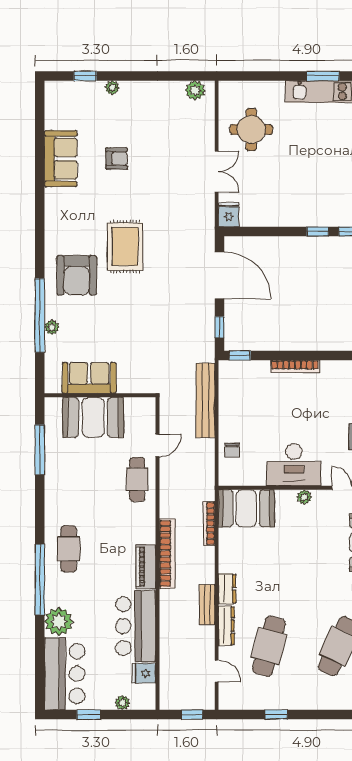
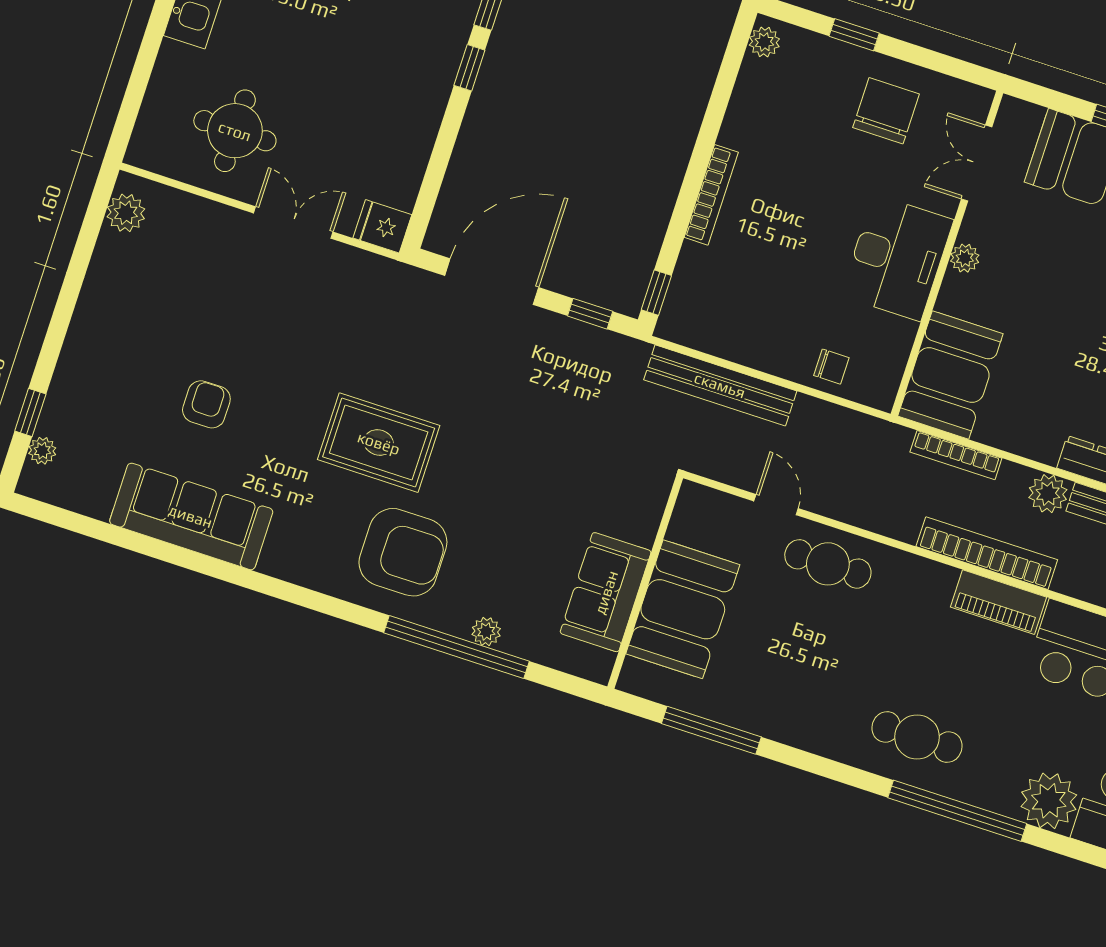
plant: (112, 88) -> (42, 451), moved
sofa: (61, 159) -> (191, 516), width x1.36
plant: (205, 573) -> (1048, 494), added

